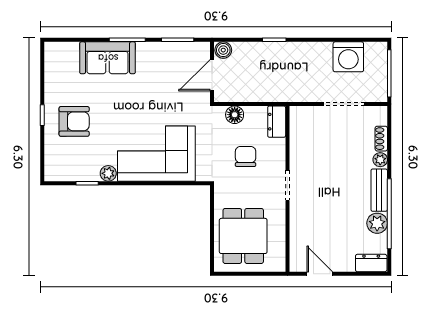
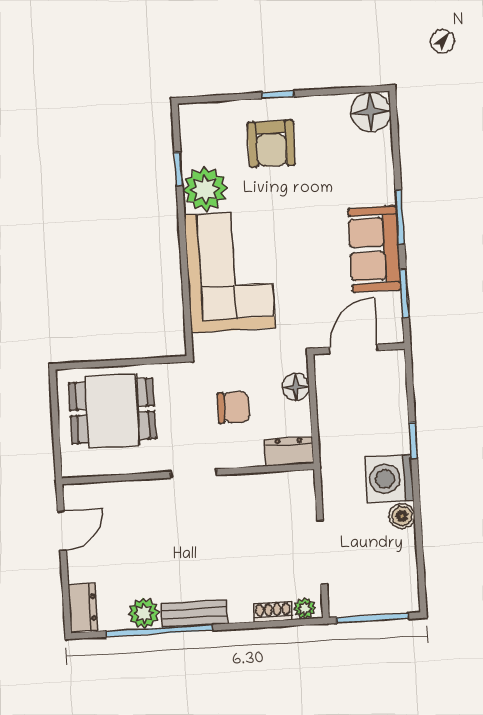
boiler: (223, 50) -> (402, 516), moved
floor lamp: (57, 55) -> (371, 112), added
washing machine: (348, 57) -> (389, 479), moved
sofa: (108, 58) -> (374, 249), moved
door: (212, 75) -> (354, 349), hinge flipped
plant: (380, 160) -> (305, 608), moved
plant: (108, 173) -> (205, 189), width x1.88, depth x1.88

